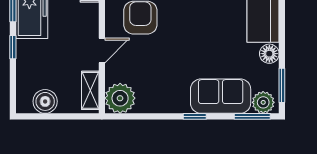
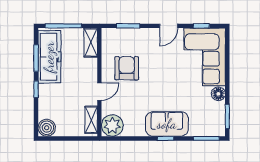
sofa: (221, 96) -> (167, 124), moved
boiler: (45, 101) -> (47, 128), moved
plant: (263, 102) -> (214, 128), removed

